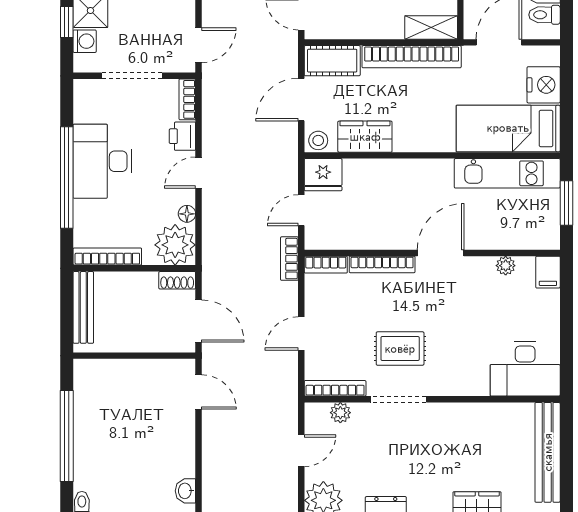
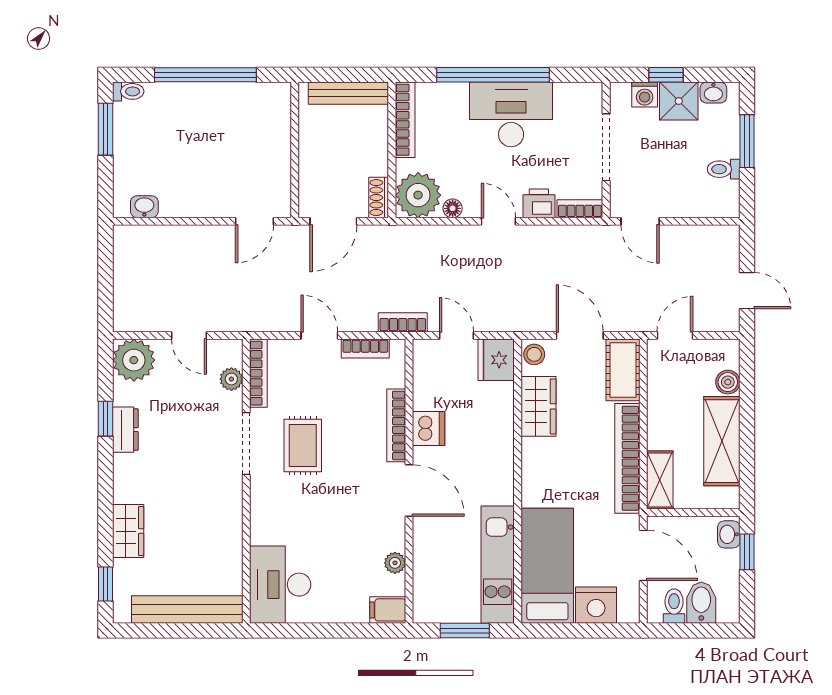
dishwasher: (385, 235) -> (429, 429), added
bookcase: (326, 265) -> (365, 348), moved, turned -90

